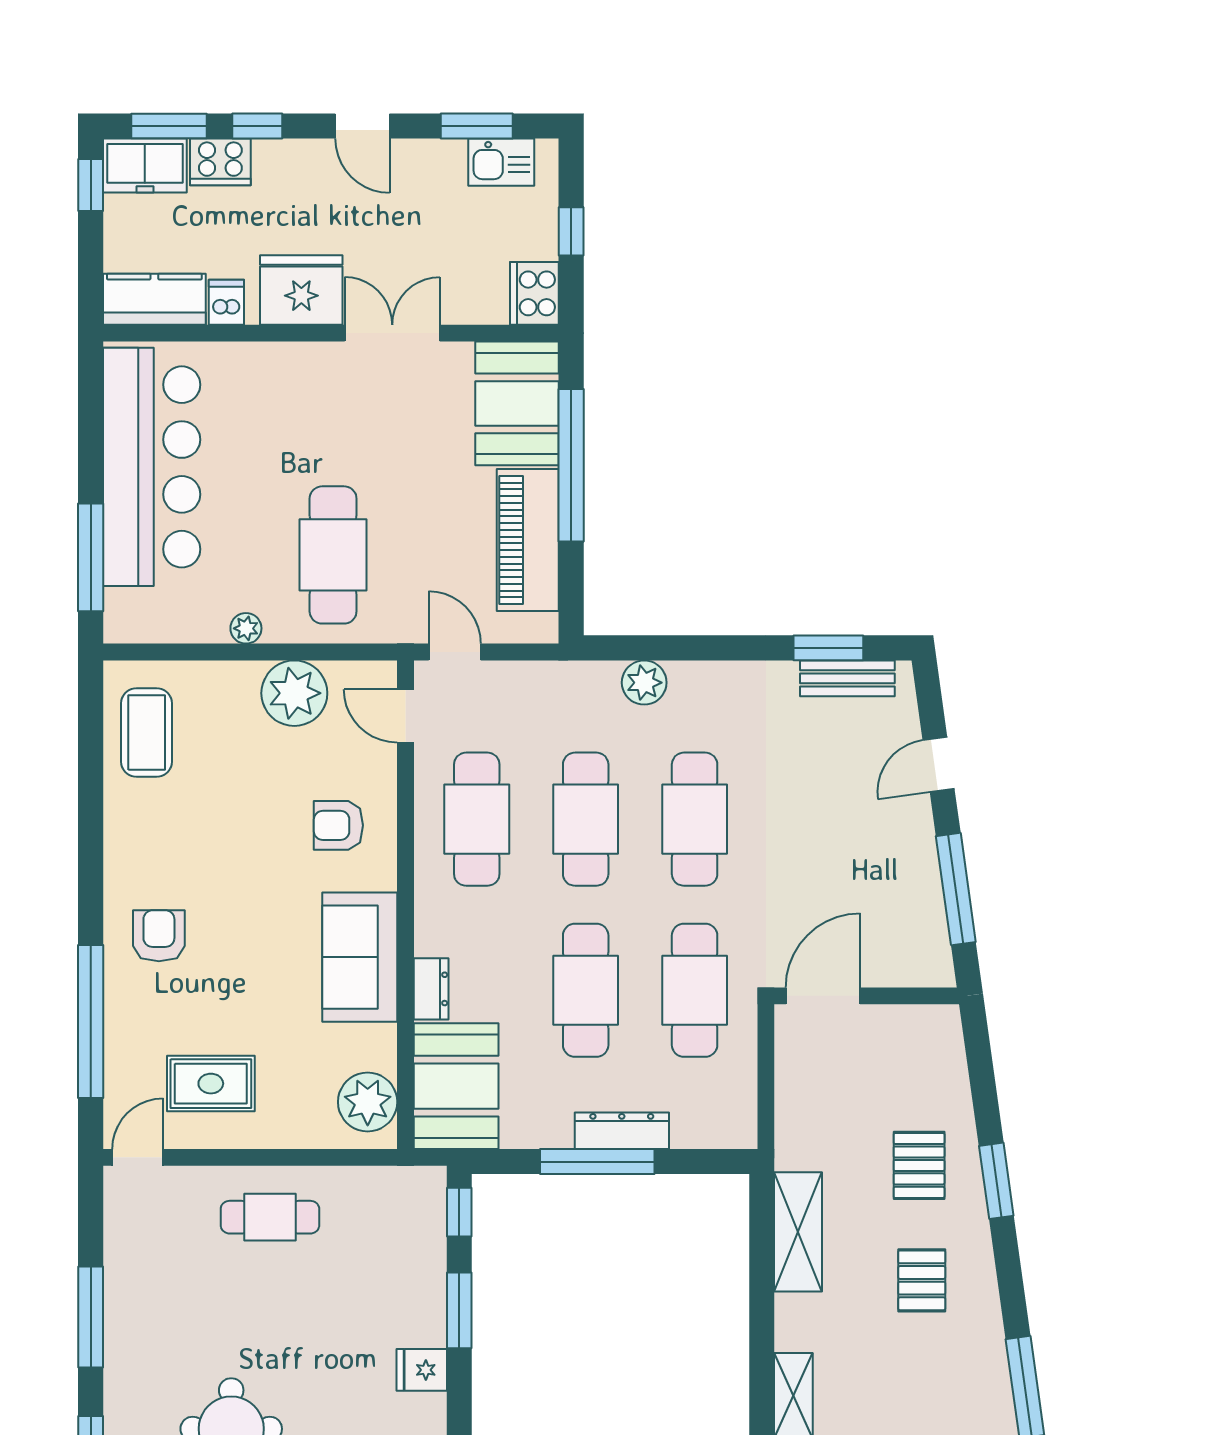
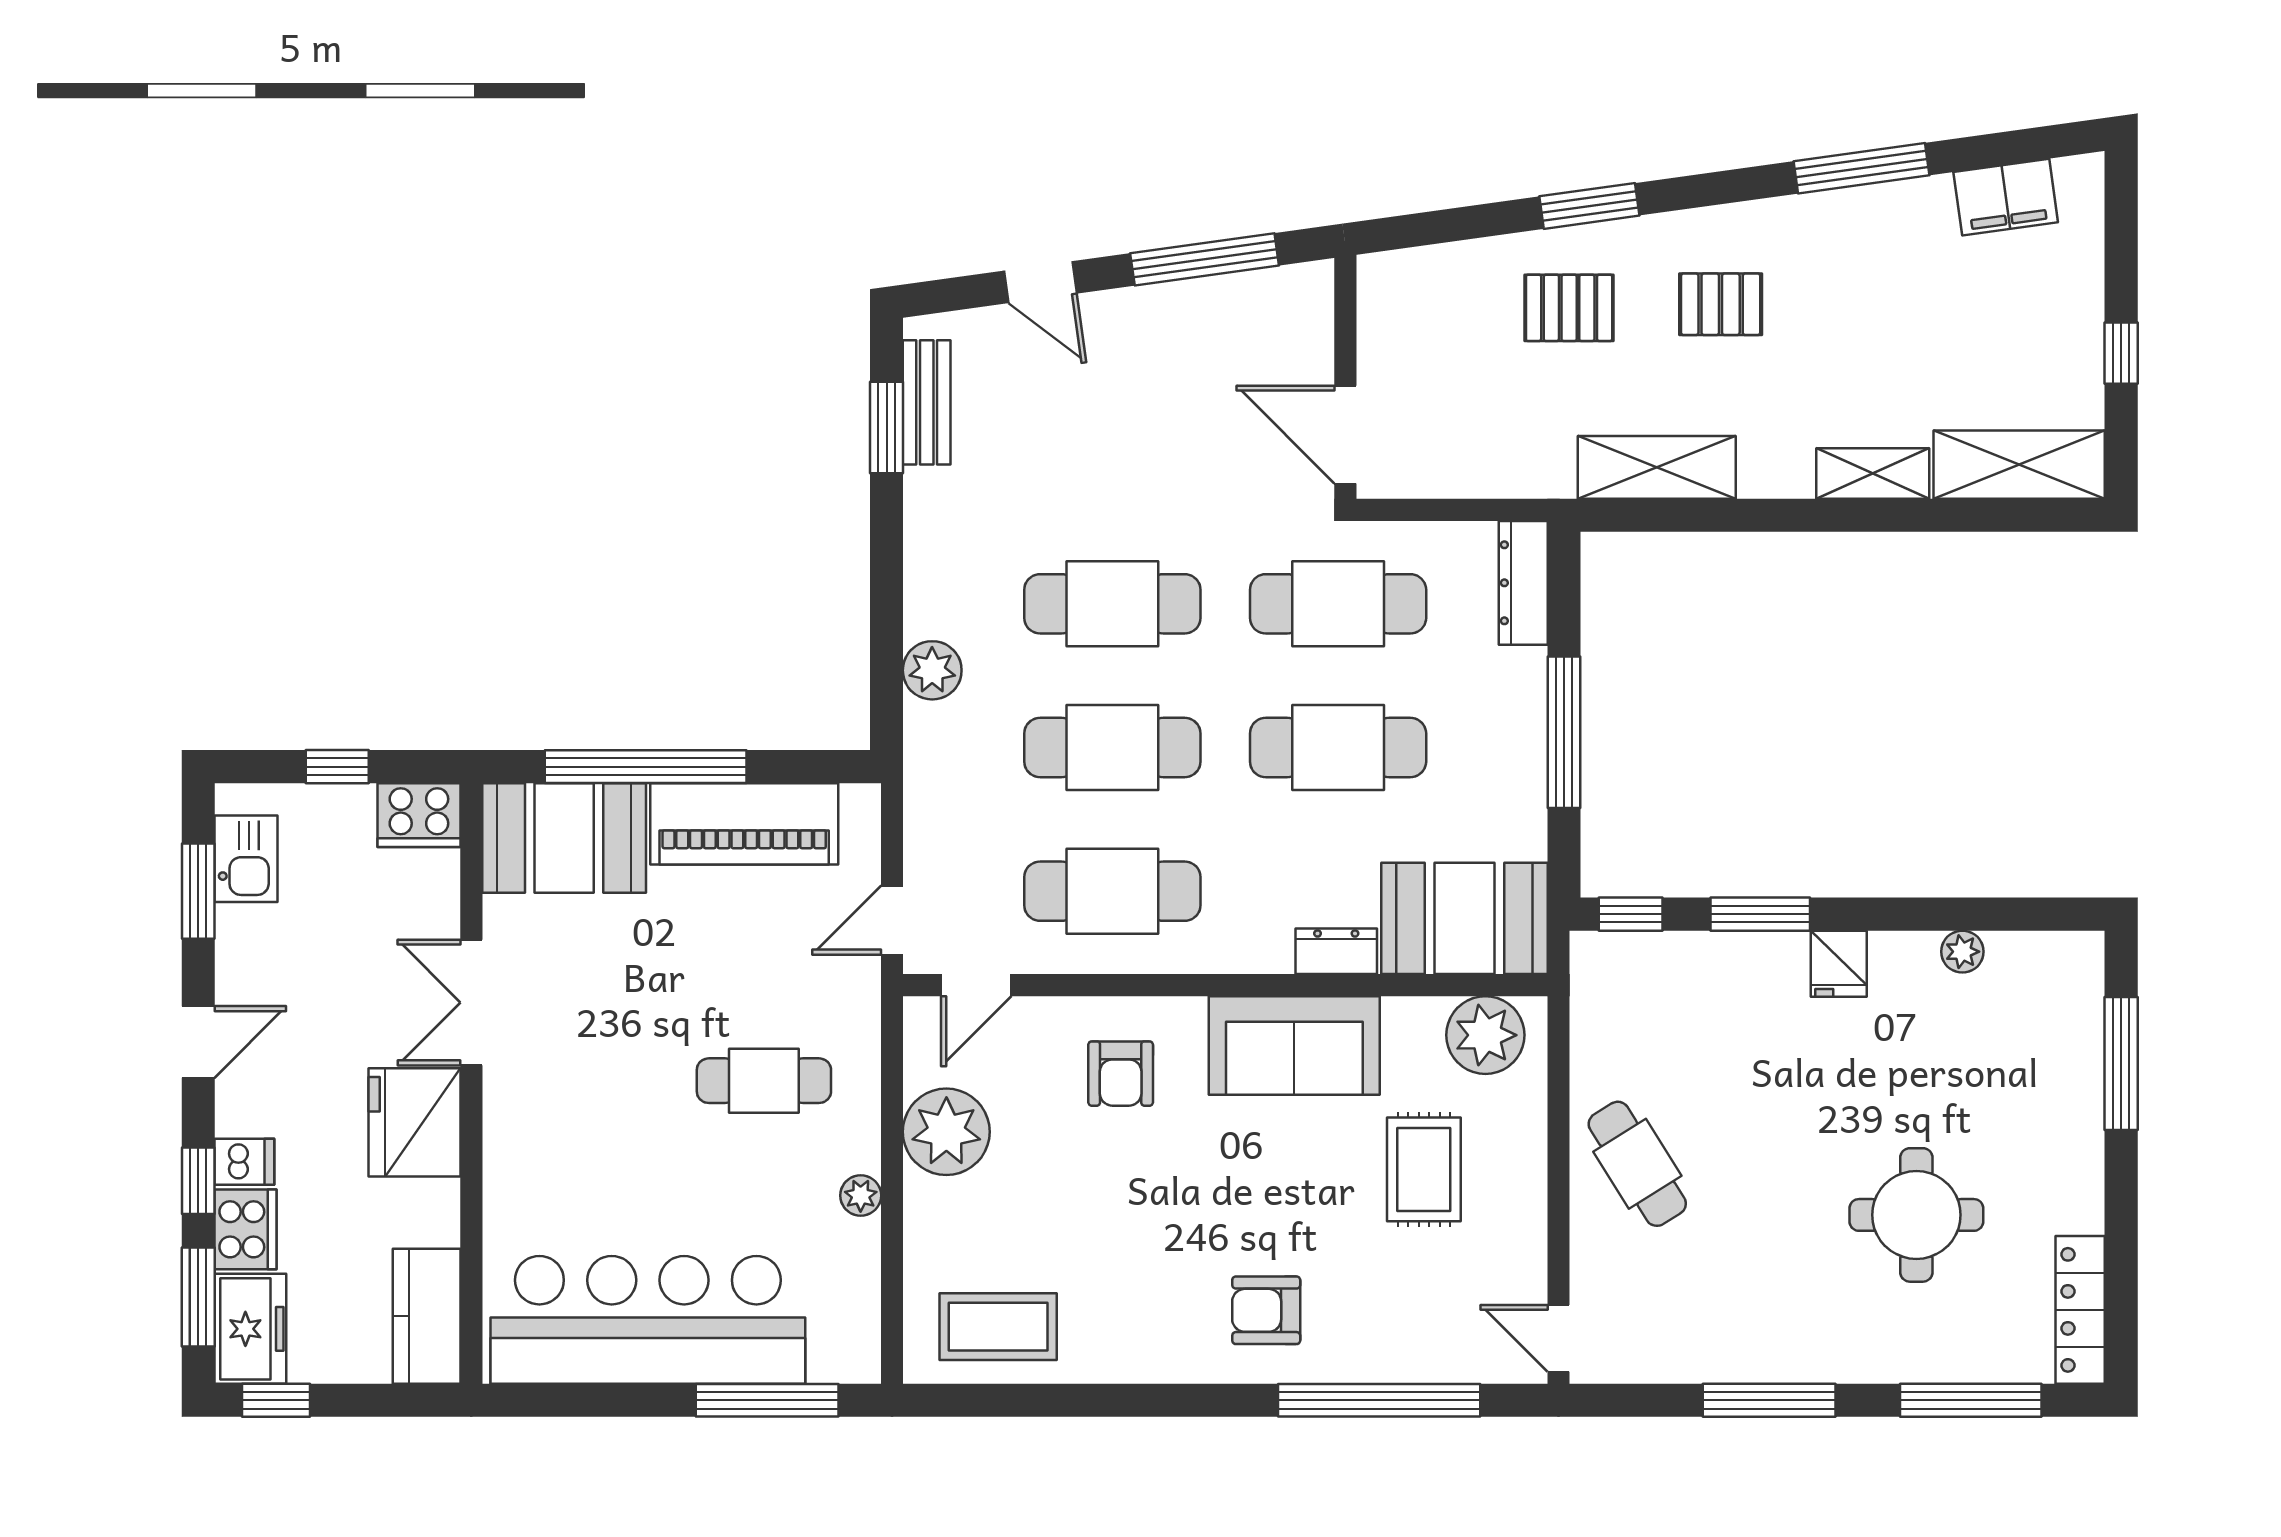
dishwasher: (226, 302) -> (244, 1162), moved, turned 180
cafe table: (333, 555) -> (764, 1081), width x0.73, depth x0.74
rug: (211, 1084) -> (1424, 1169), moved
dresser: (622, 1131) -> (1523, 583), moved
cafe table: (270, 1217) -> (1637, 1164), turned -32

